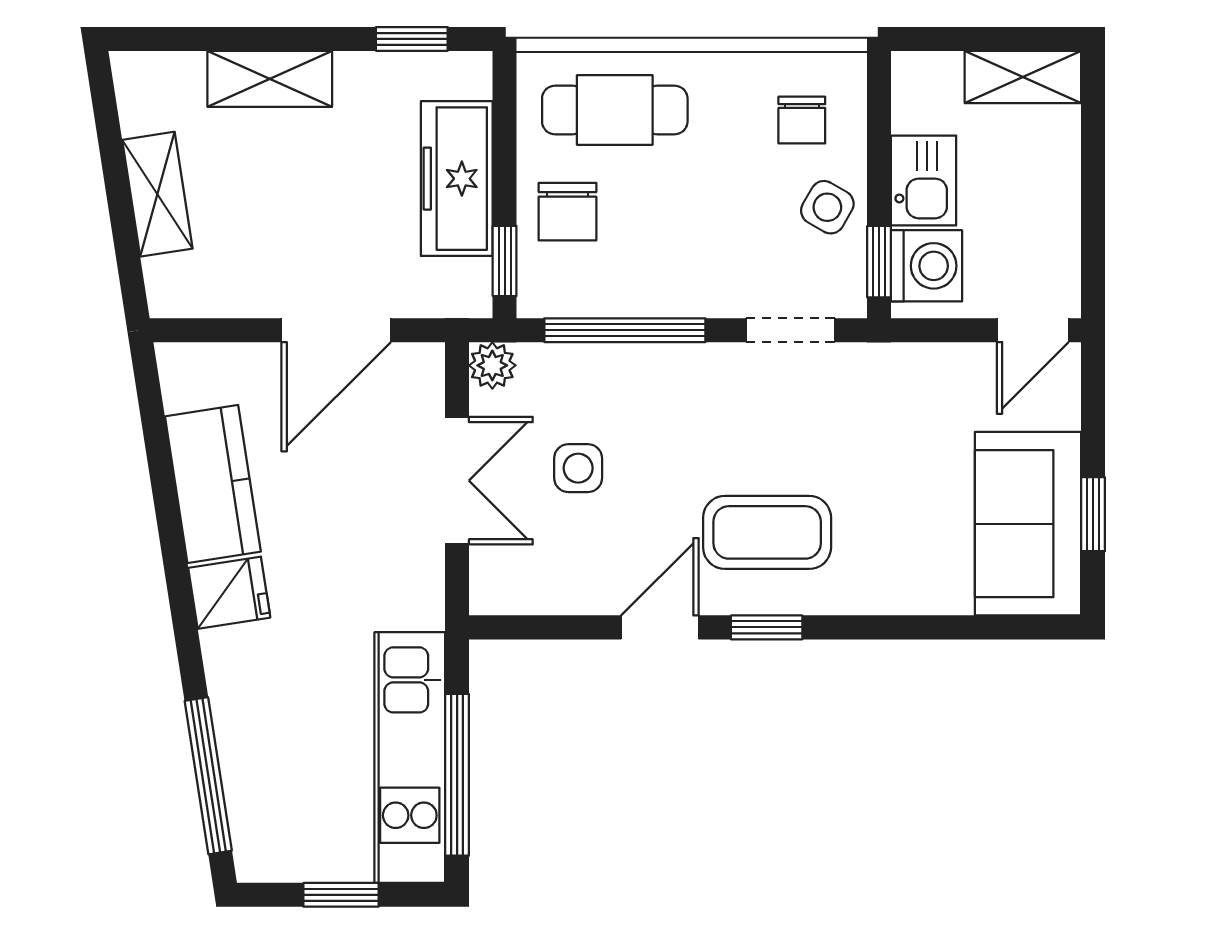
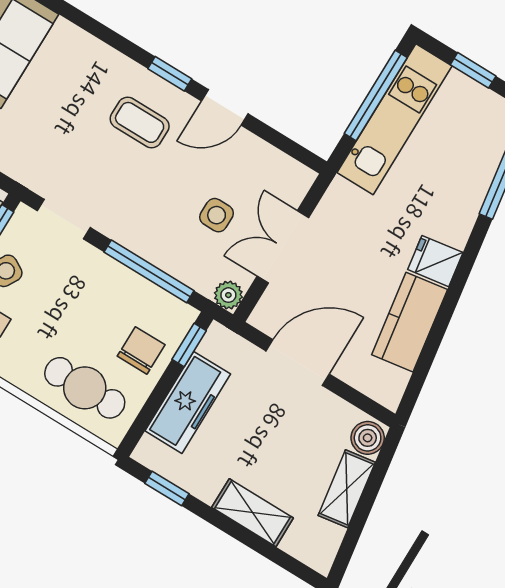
boiler: (172, 284) -> (368, 438), added
coffee table: (767, 532) -> (140, 122), width x0.73, depth x0.77

